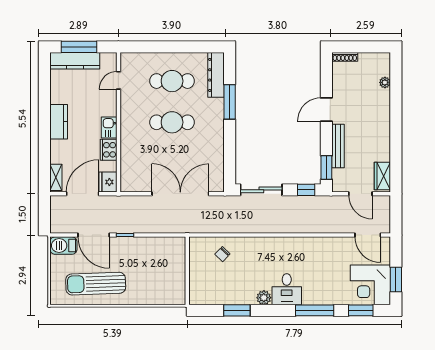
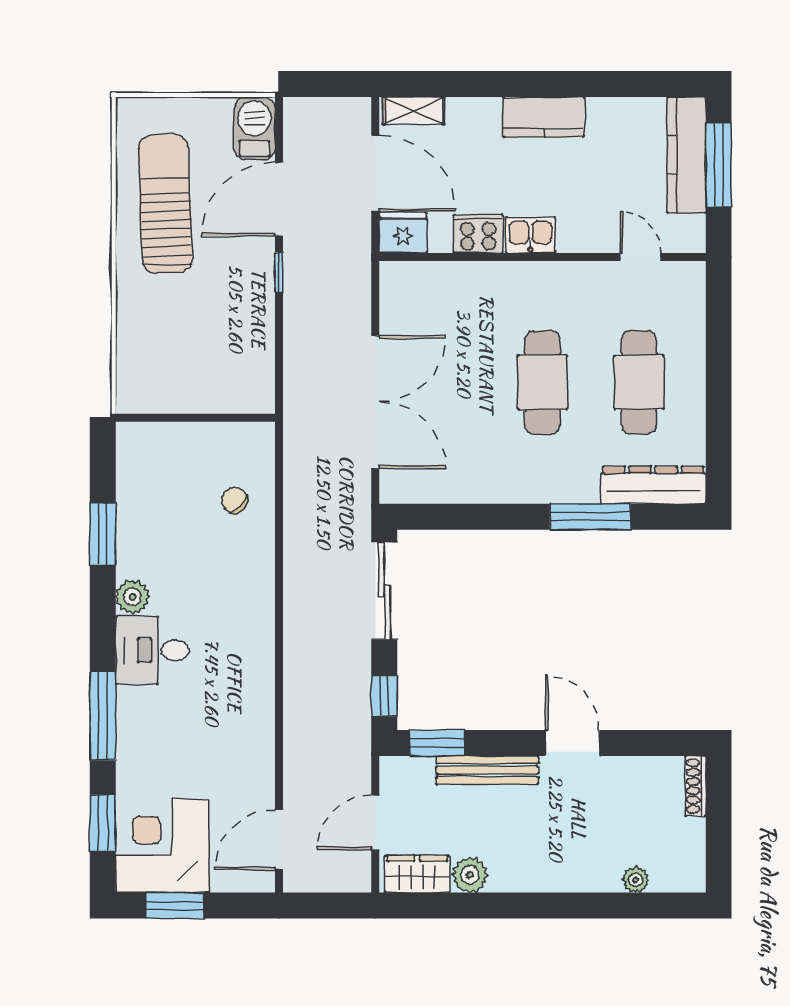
plant: (383, 153) -> (470, 875), added

